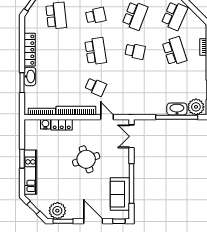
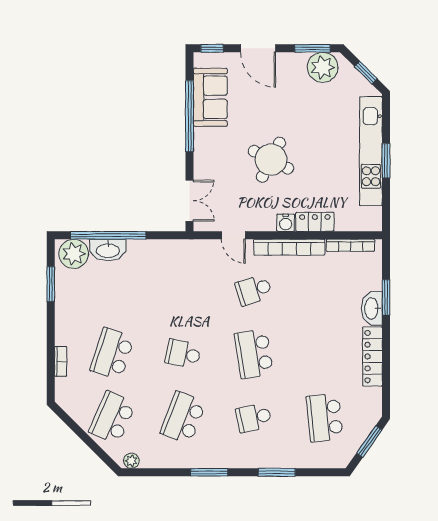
school desk: (174, 51) -> (112, 354), turned 36
school desk: (96, 87) -> (254, 290), turned -42
water cooler: (45, 124) -> (286, 223), moved
round table: (86, 159) -> (271, 160), turned 45
kitchen unit: (30, 172) -> (371, 151), width x1.36

